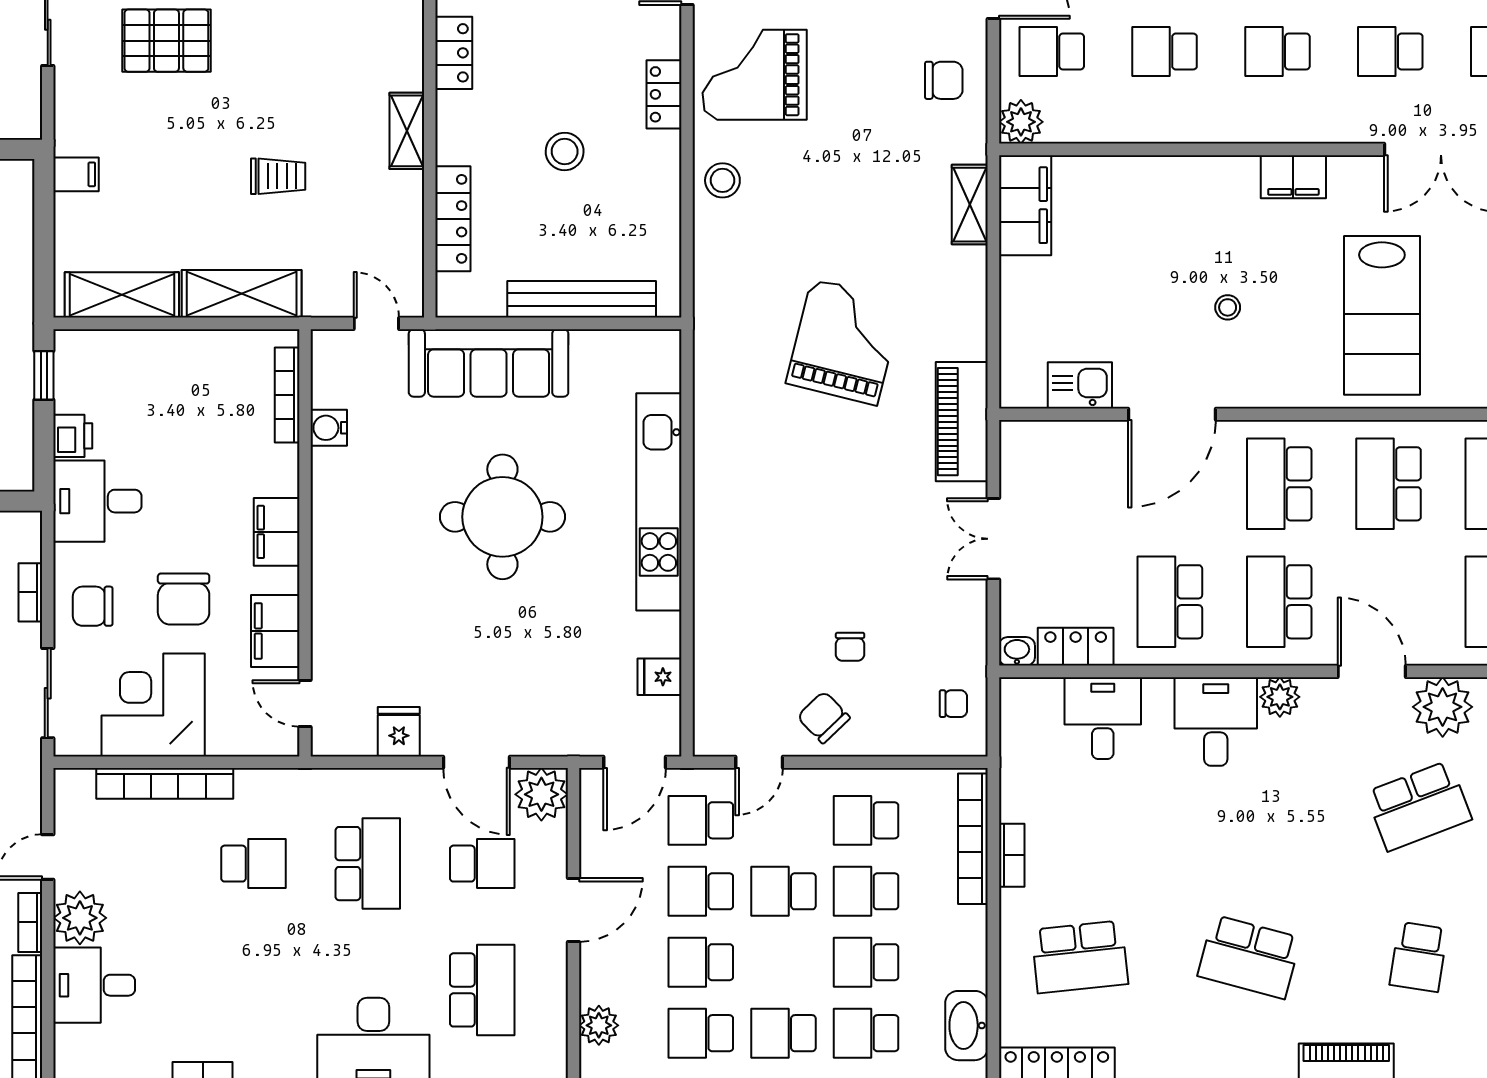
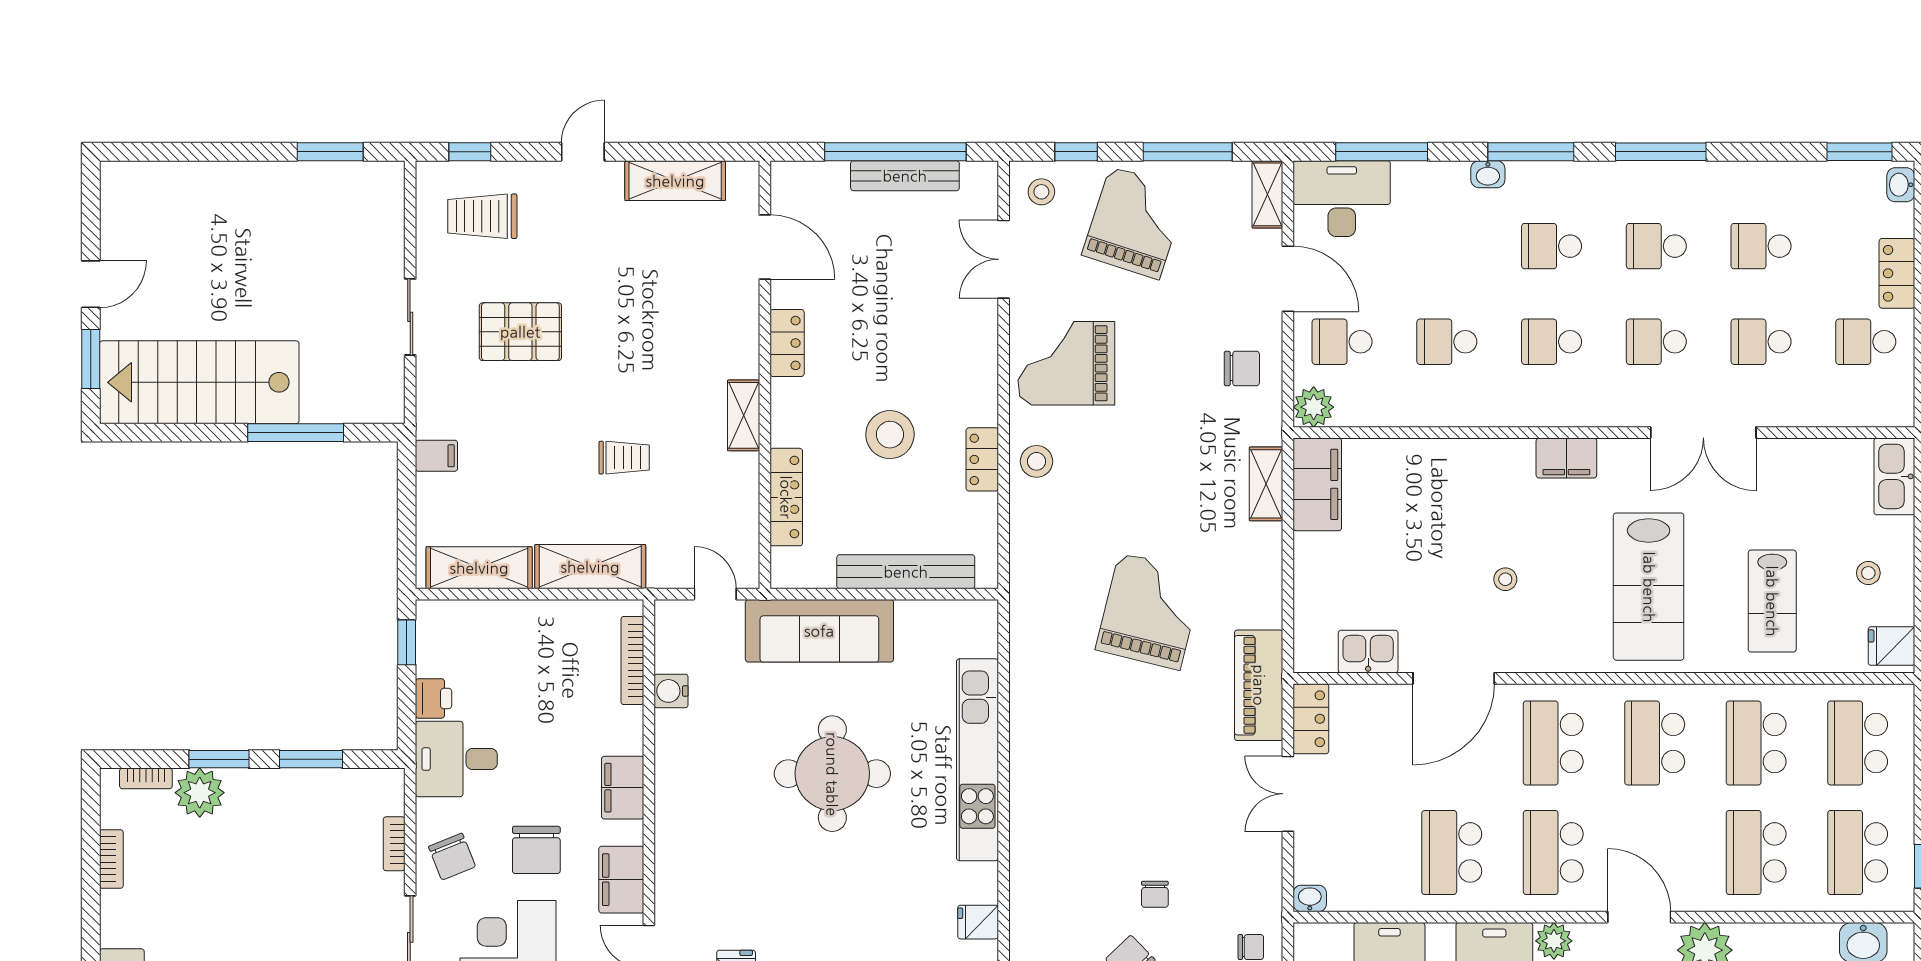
locker: (664, 94) -> (982, 459), moved
stool: (565, 151) -> (890, 435), width x1.38, depth x1.38
chair: (93, 606) -> (452, 857), turned -112
locker: (1076, 647) -> (1311, 719), moved, turned 90

